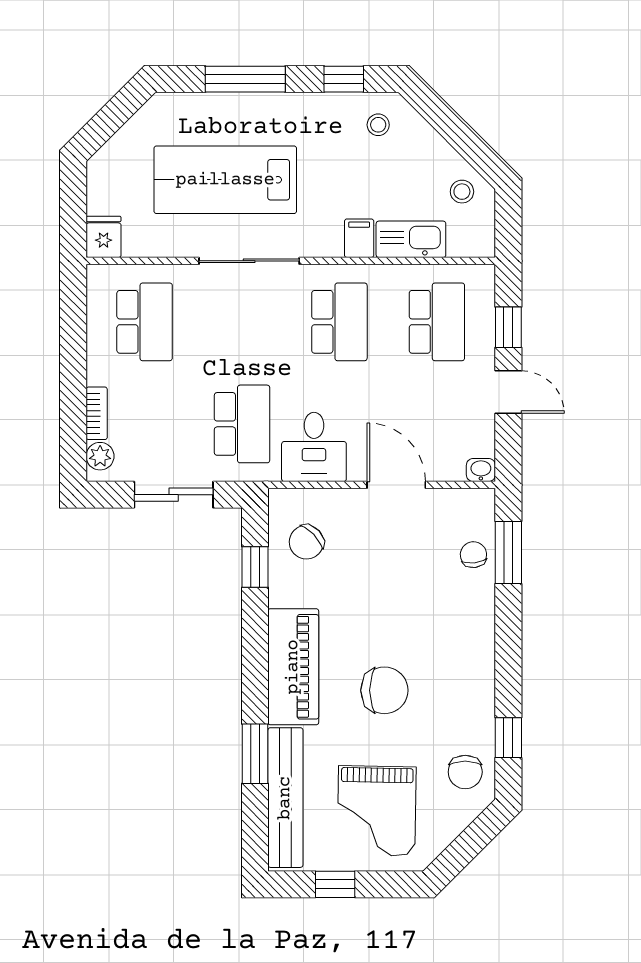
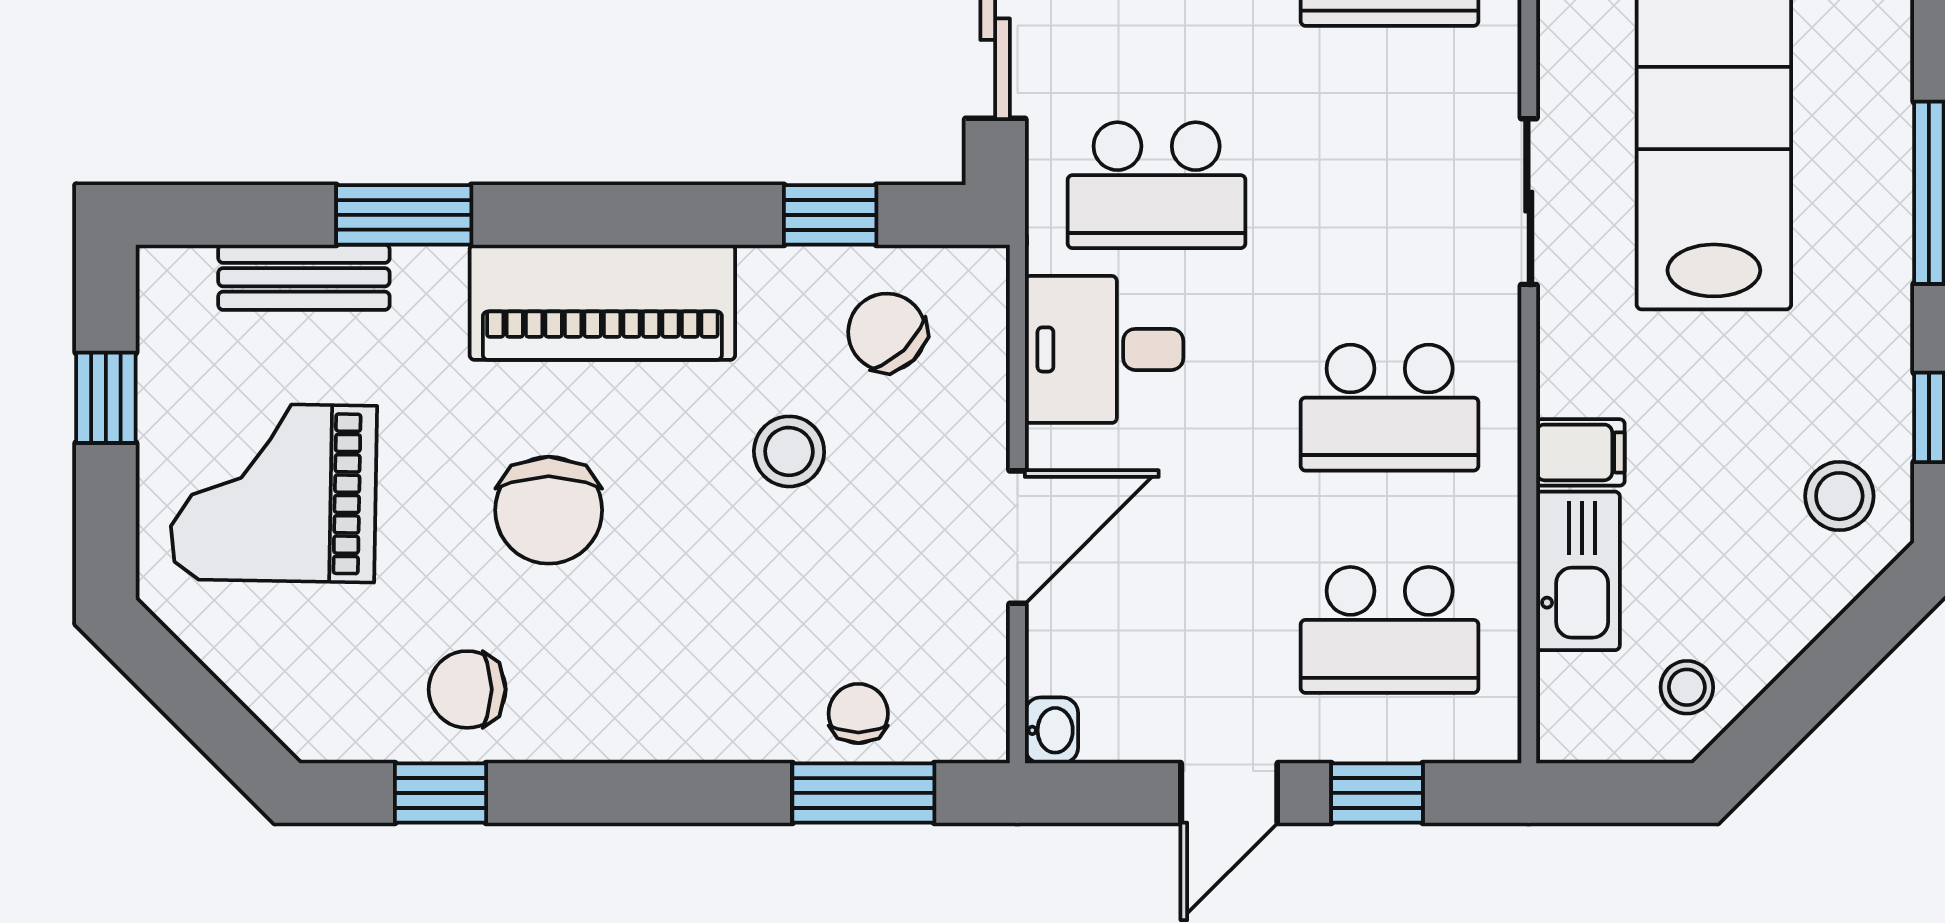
stool: (378, 125) -> (1839, 496), width x1.37, depth x1.37
sliding door: (249, 261) -> (1529, 202), width x0.73
chair: (473, 555) -> (858, 714), turned -83
stool: (359, 585) -> (789, 451), added
chair: (465, 772) -> (467, 689), moved
bench: (285, 798) -> (304, 277), width x0.54, depth x0.82

